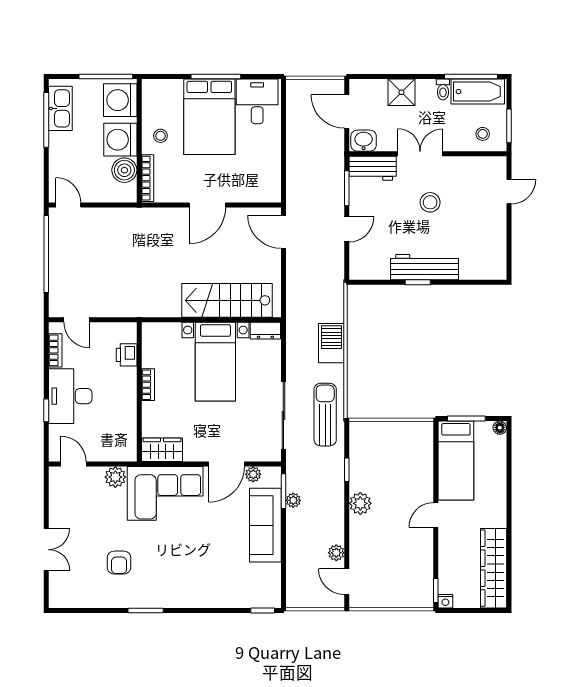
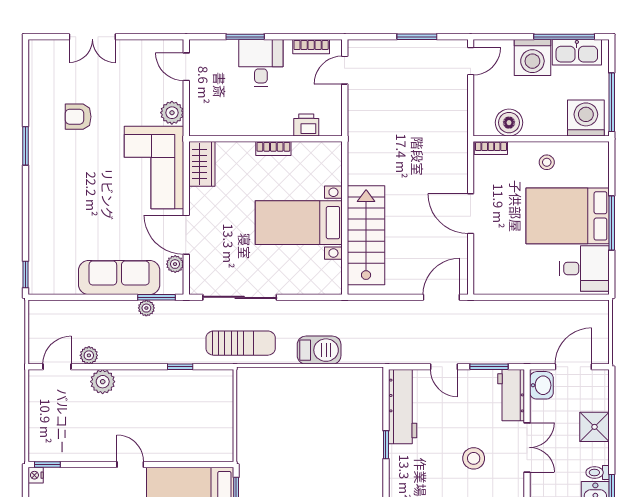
washing machine: (120, 140) -> (532, 57), moved, turned 180
bookcase: (148, 178) -> (491, 148), width x0.64
window: (46, 254) -> (417, 37), width x0.47
workbench: (424, 267) -> (403, 407), moved
dresser: (265, 331) -> (333, 278), removed
desk: (70, 396) -> (261, 63), width x0.73
window: (46, 410) -> (245, 37), width x1.50
door: (74, 464) -> (186, 67), swing flipped
plant: (360, 503) -> (103, 382), moved

